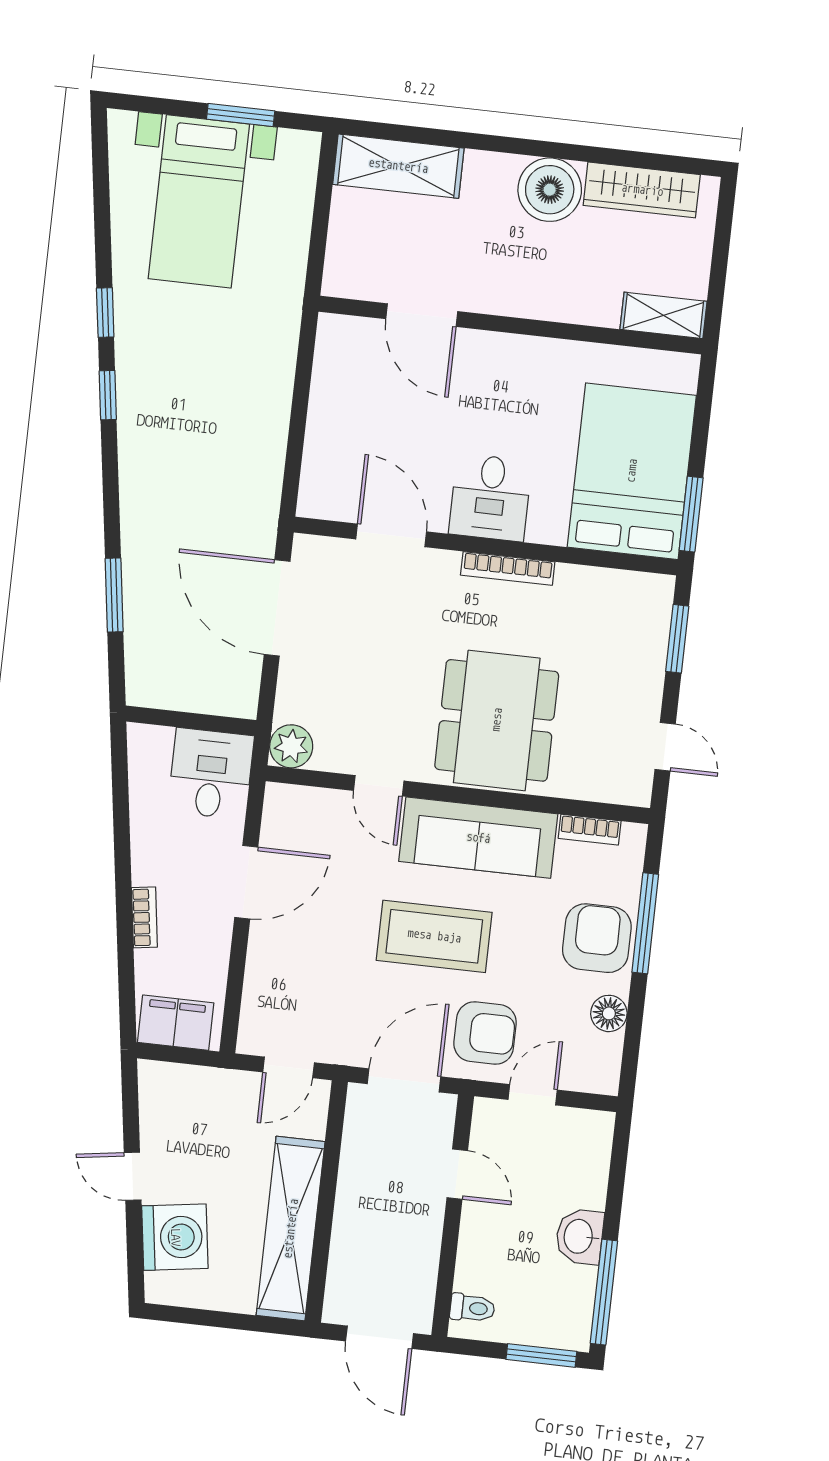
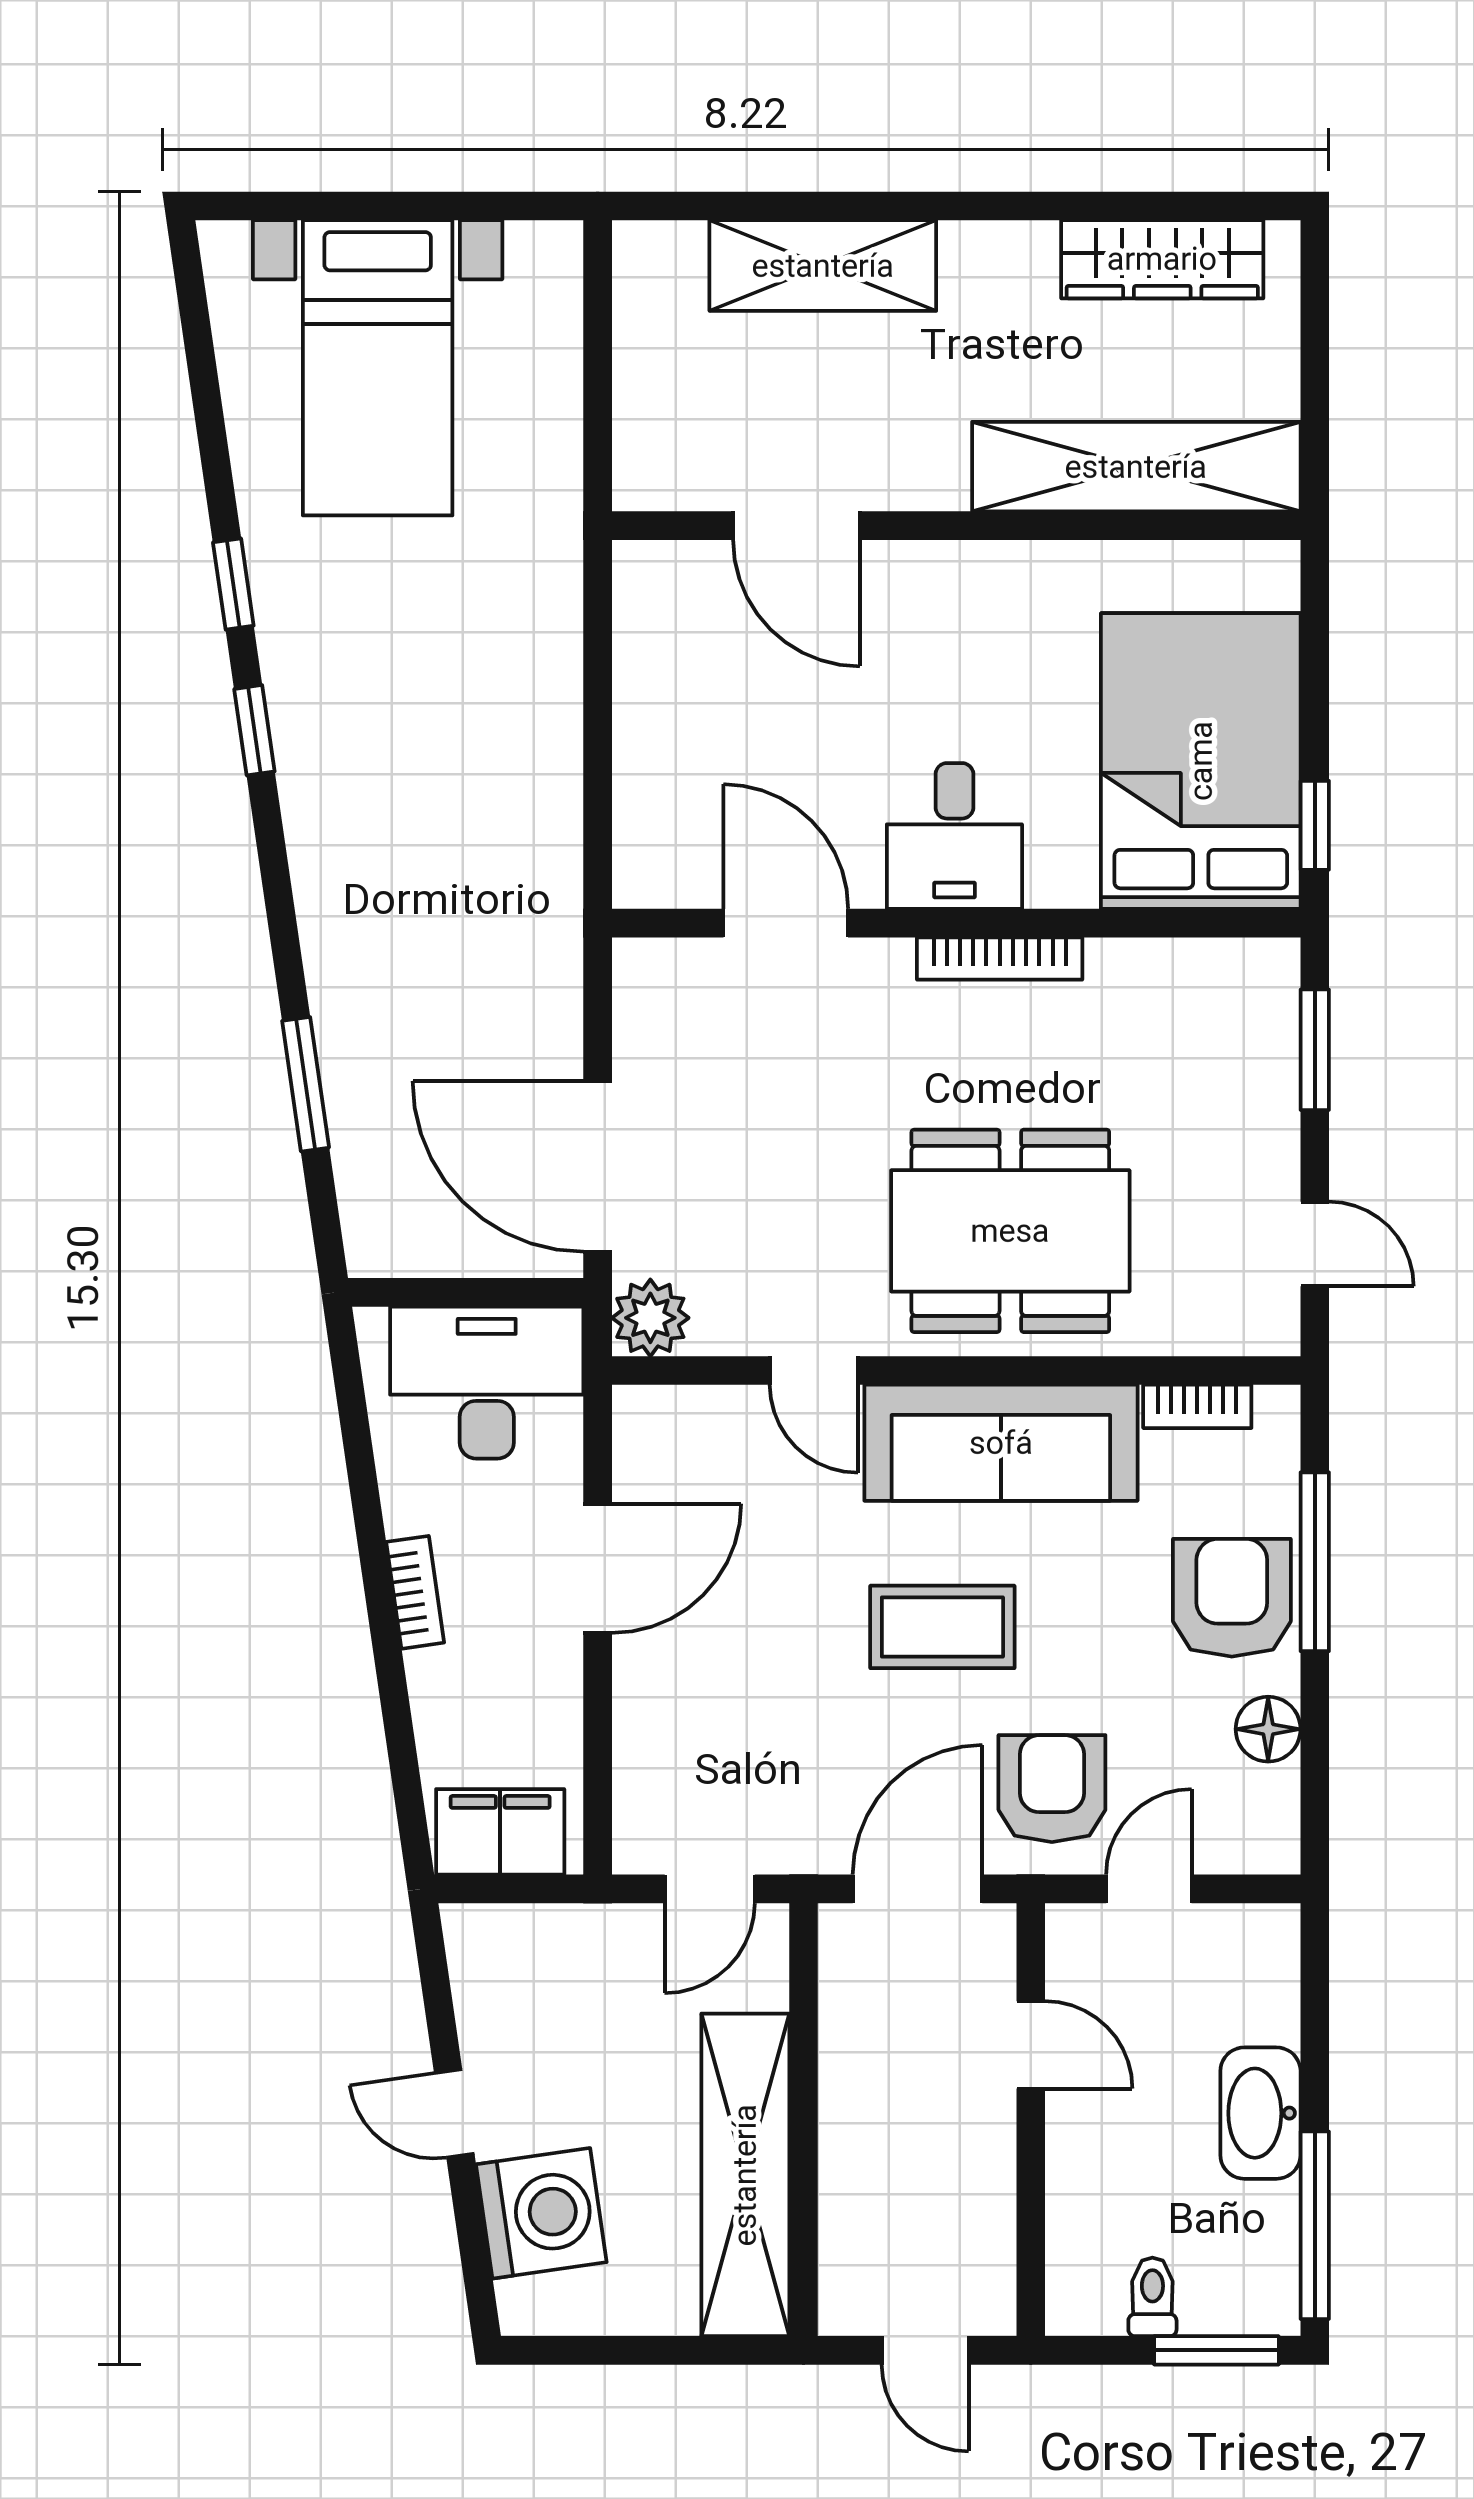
window: (241, 115) -> (435, 206), removed
shelving: (398, 166) -> (823, 266), moved
boiler: (550, 190) -> (999, 277), removed
shelving: (663, 315) -> (1136, 467), width x2.20, depth x1.33
window: (691, 514) -> (1315, 825), width x0.67
door: (277, 608) -> (598, 1166), moved
dining table: (497, 720) -> (1010, 1231), turned 90
desk: (211, 774) -> (487, 1383), width x1.37
bookcase: (144, 917) -> (415, 1592), moved
coffee table: (434, 936) -> (942, 1627), width x0.73, depth x0.76
armchair: (485, 1033) -> (1052, 1789), turned -90
washbasin: (580, 1236) -> (1260, 2113), width x1.38
toilet: (472, 1308) -> (1152, 2297), moved, turned -90
door: (380, 1337) -> (925, 2350), width x0.73

